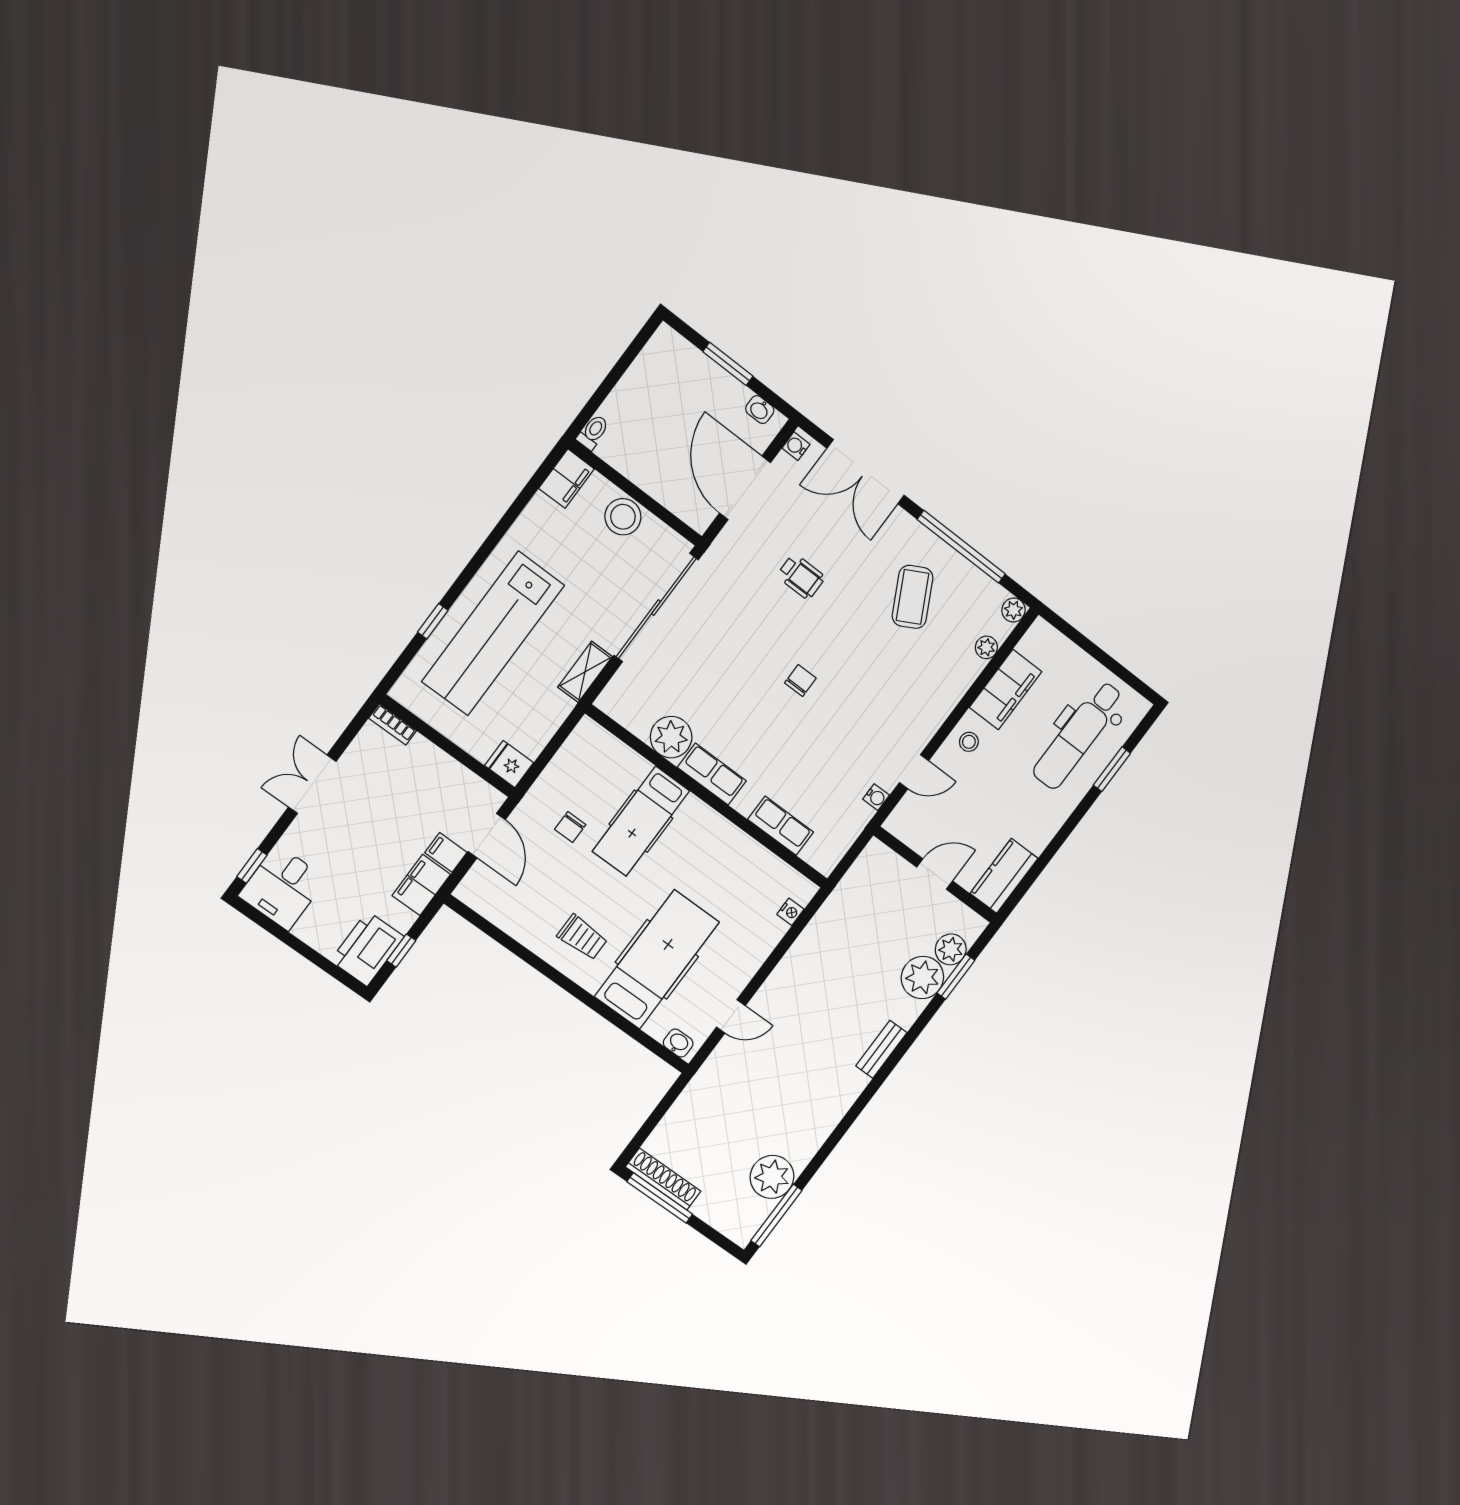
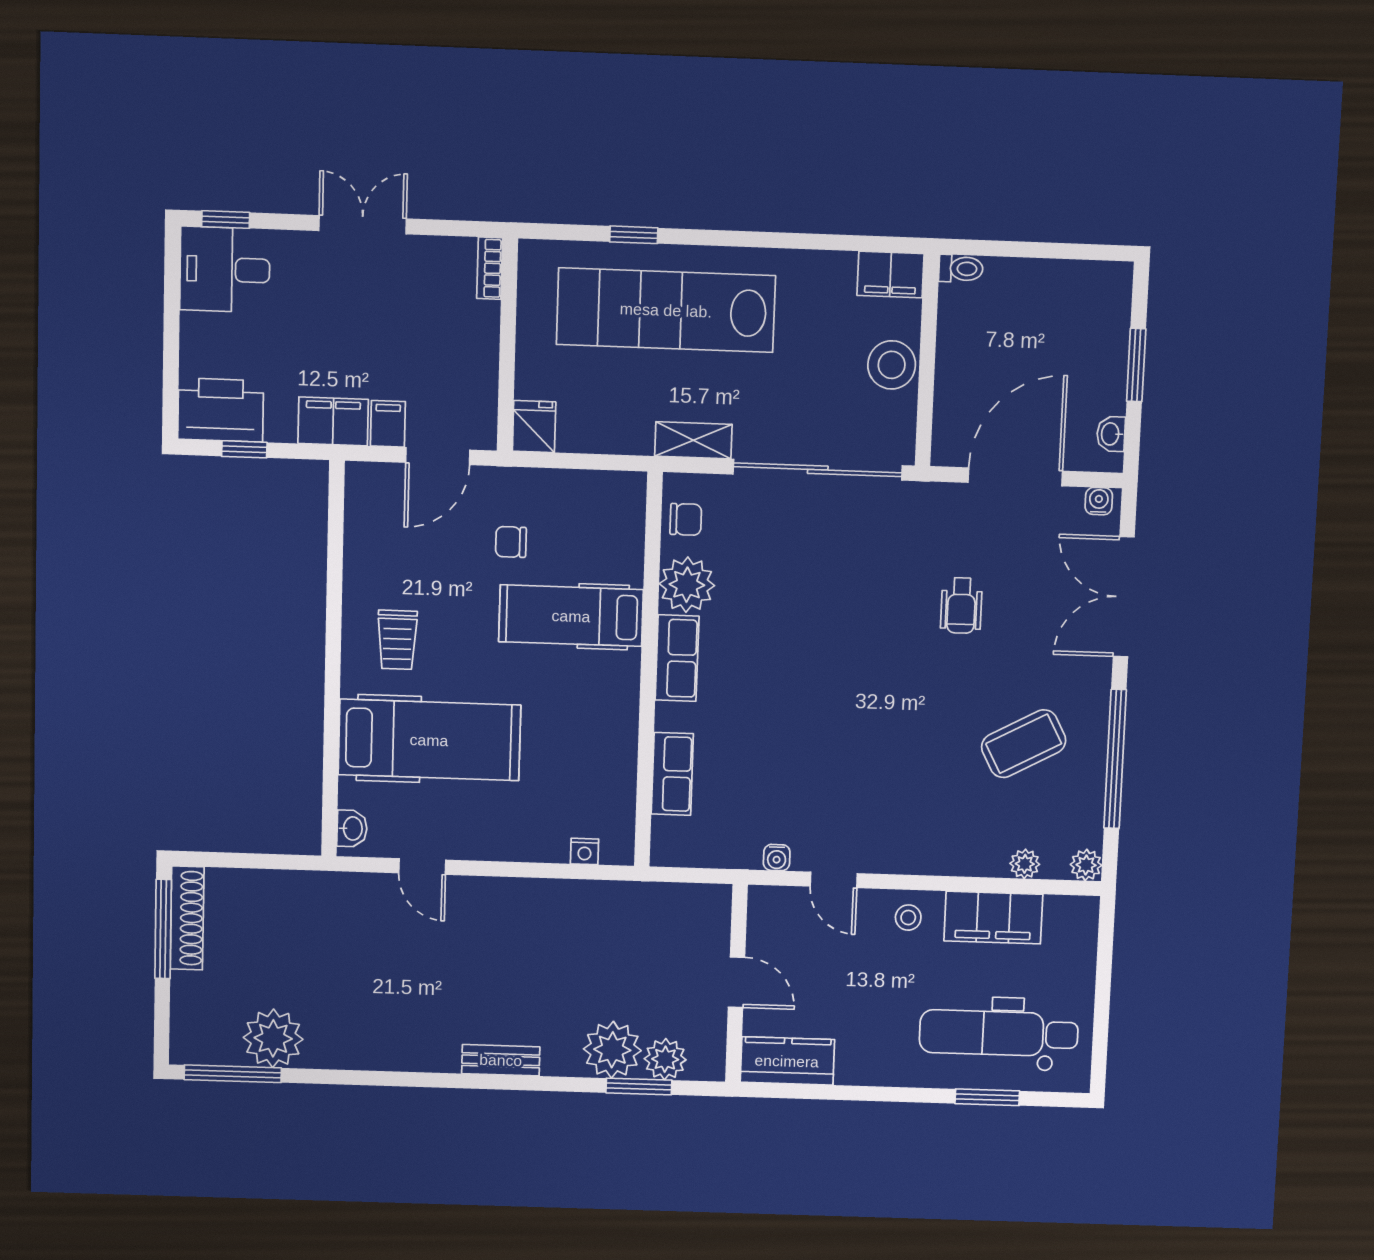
chair: (800, 681) -> (686, 519), moved

